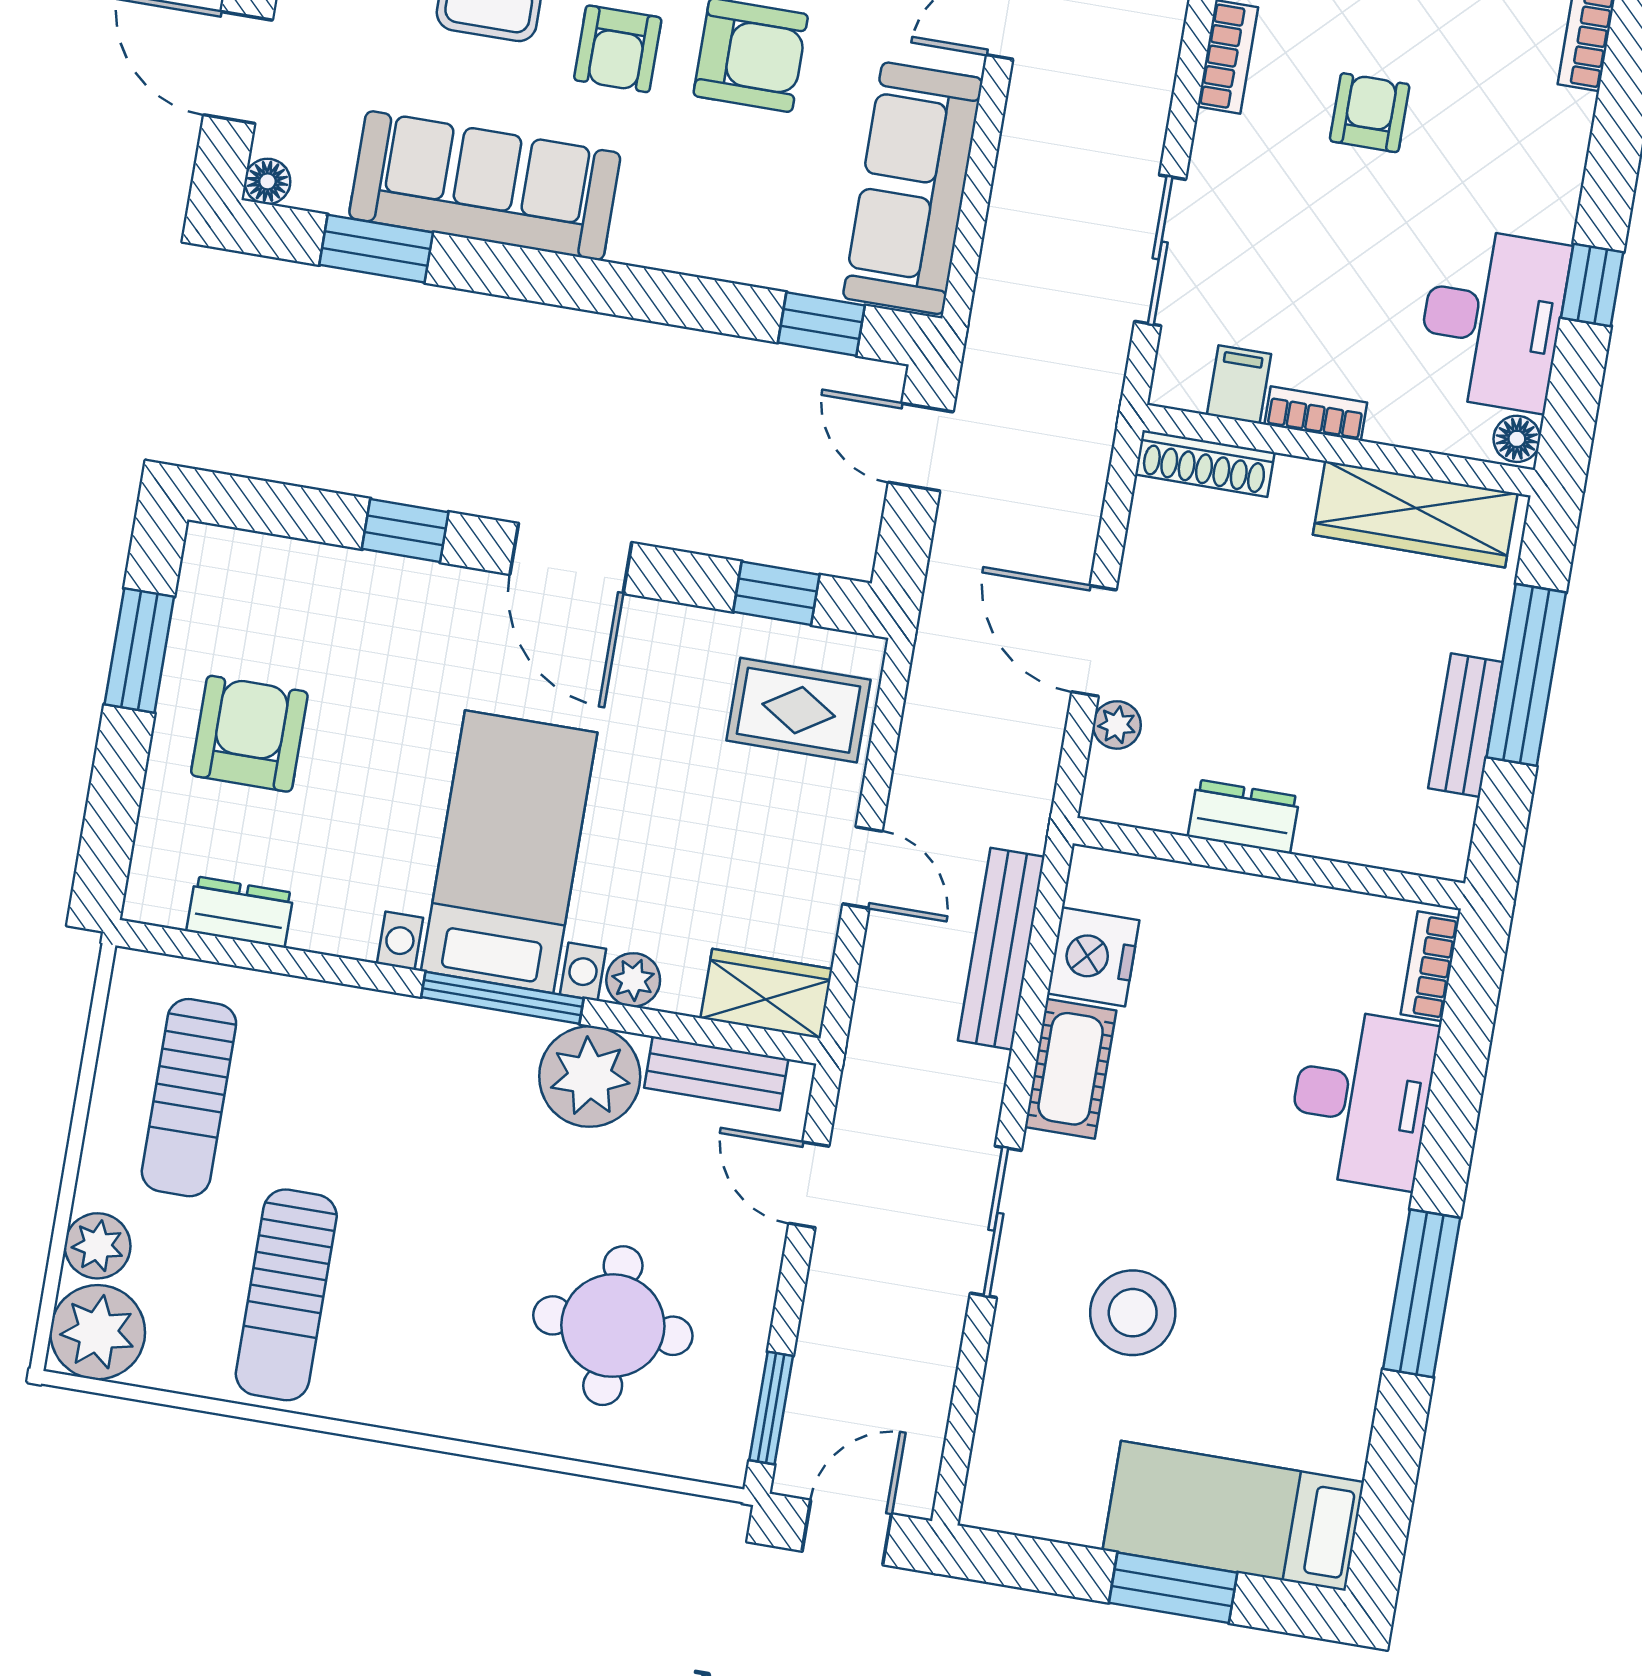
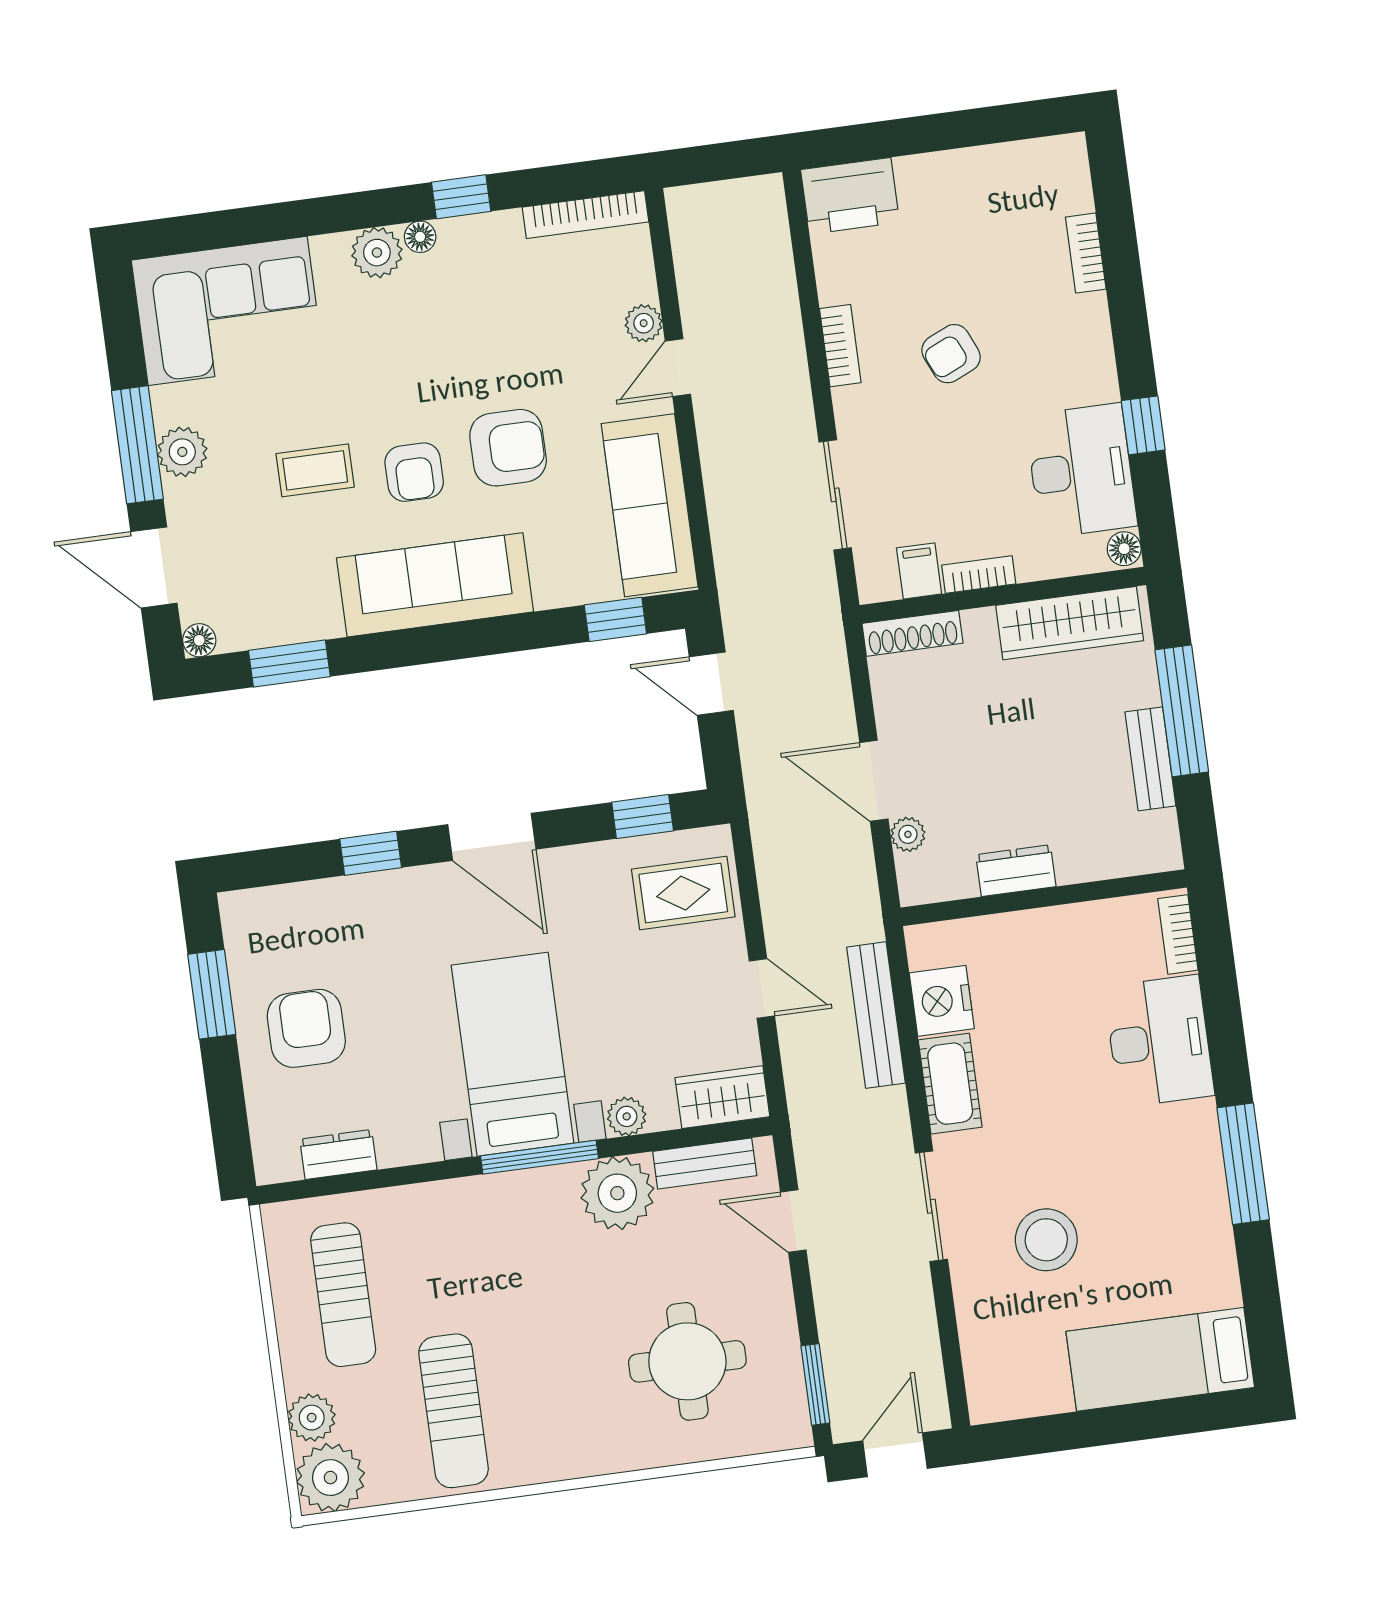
armchair: (1370, 113) -> (951, 354), turned -114
sofa: (485, 186) -> (435, 585), moved
window: (1173, 1588) -> (1134, 1422), removed

